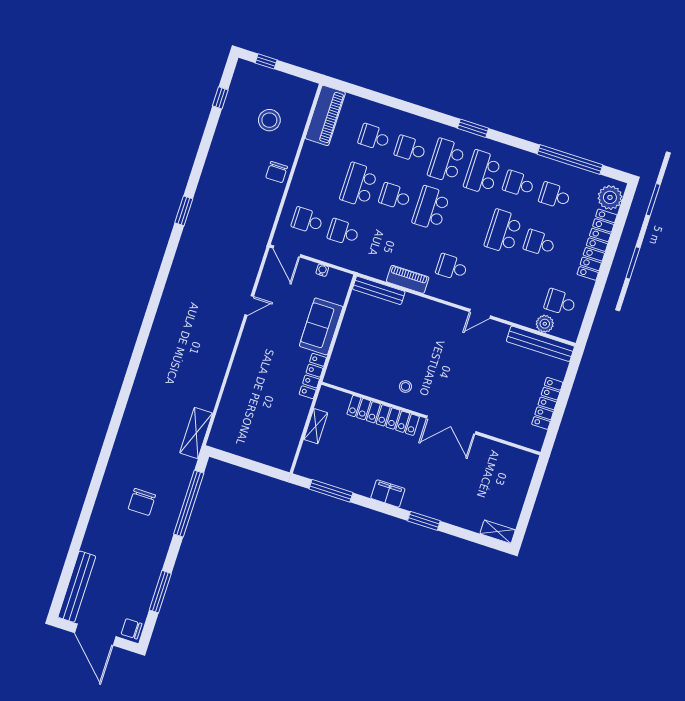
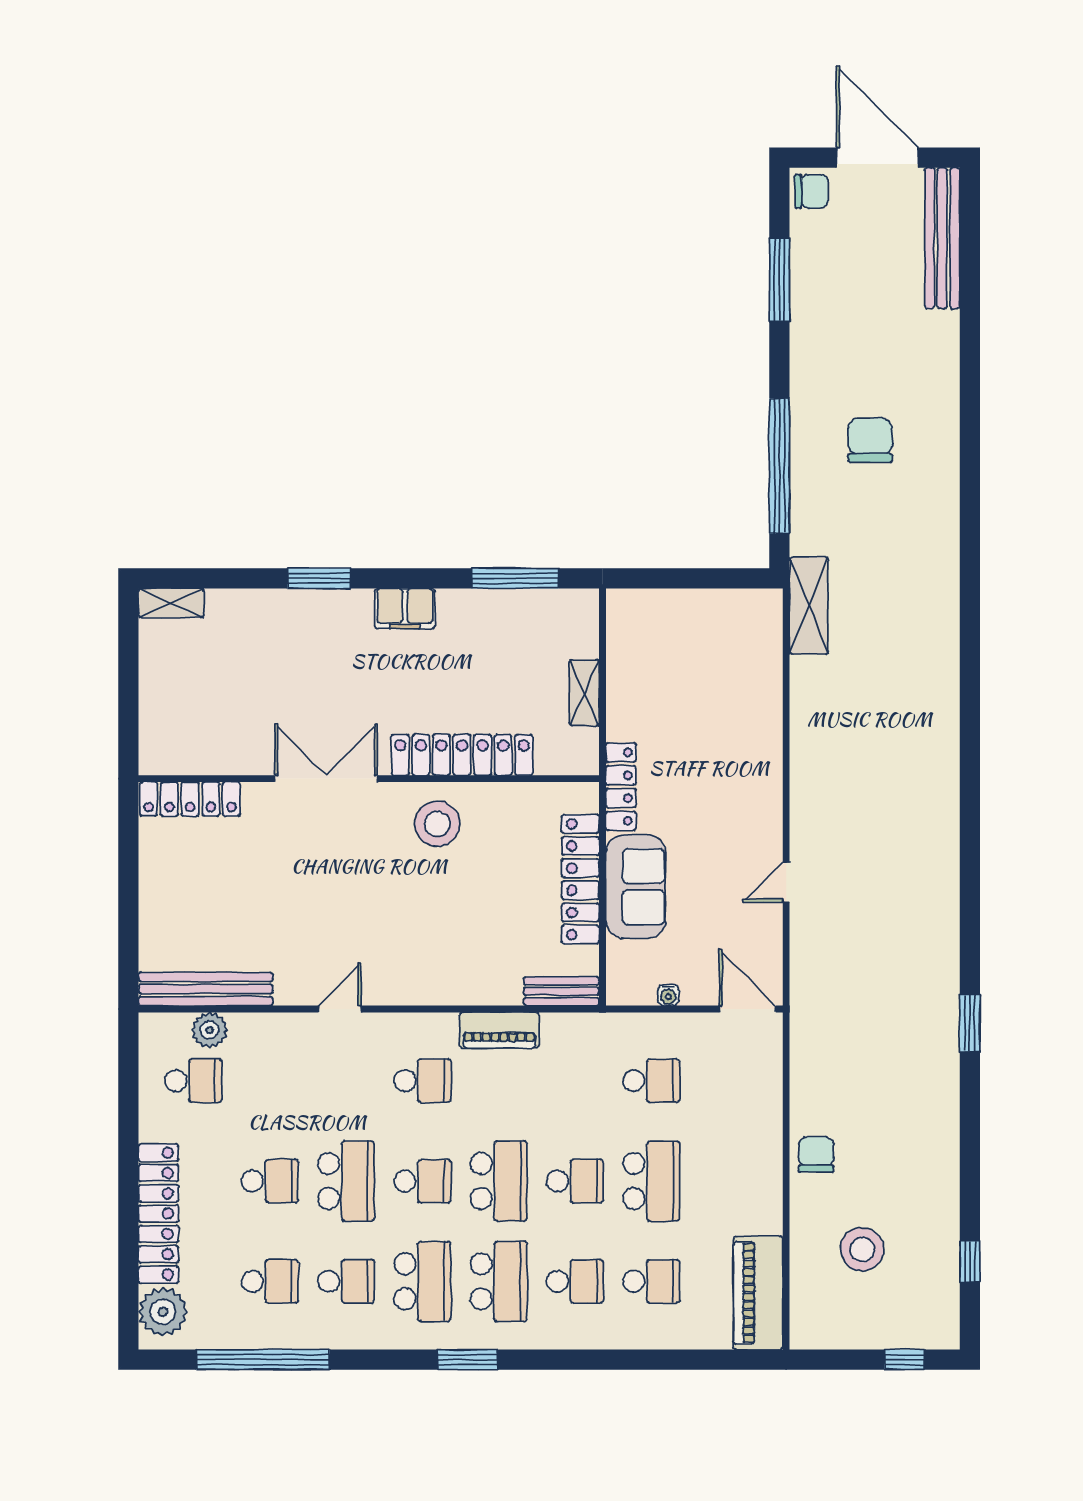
school desk: (307, 221) -> (422, 1181), moved
bench: (379, 290) -> (561, 991), width x0.73
locker: (346, 338) -> (580, 879), added
stool: (405, 387) -> (437, 824), width x1.89, depth x1.89
locker: (547, 403) -> (190, 799), moved, turned 90

